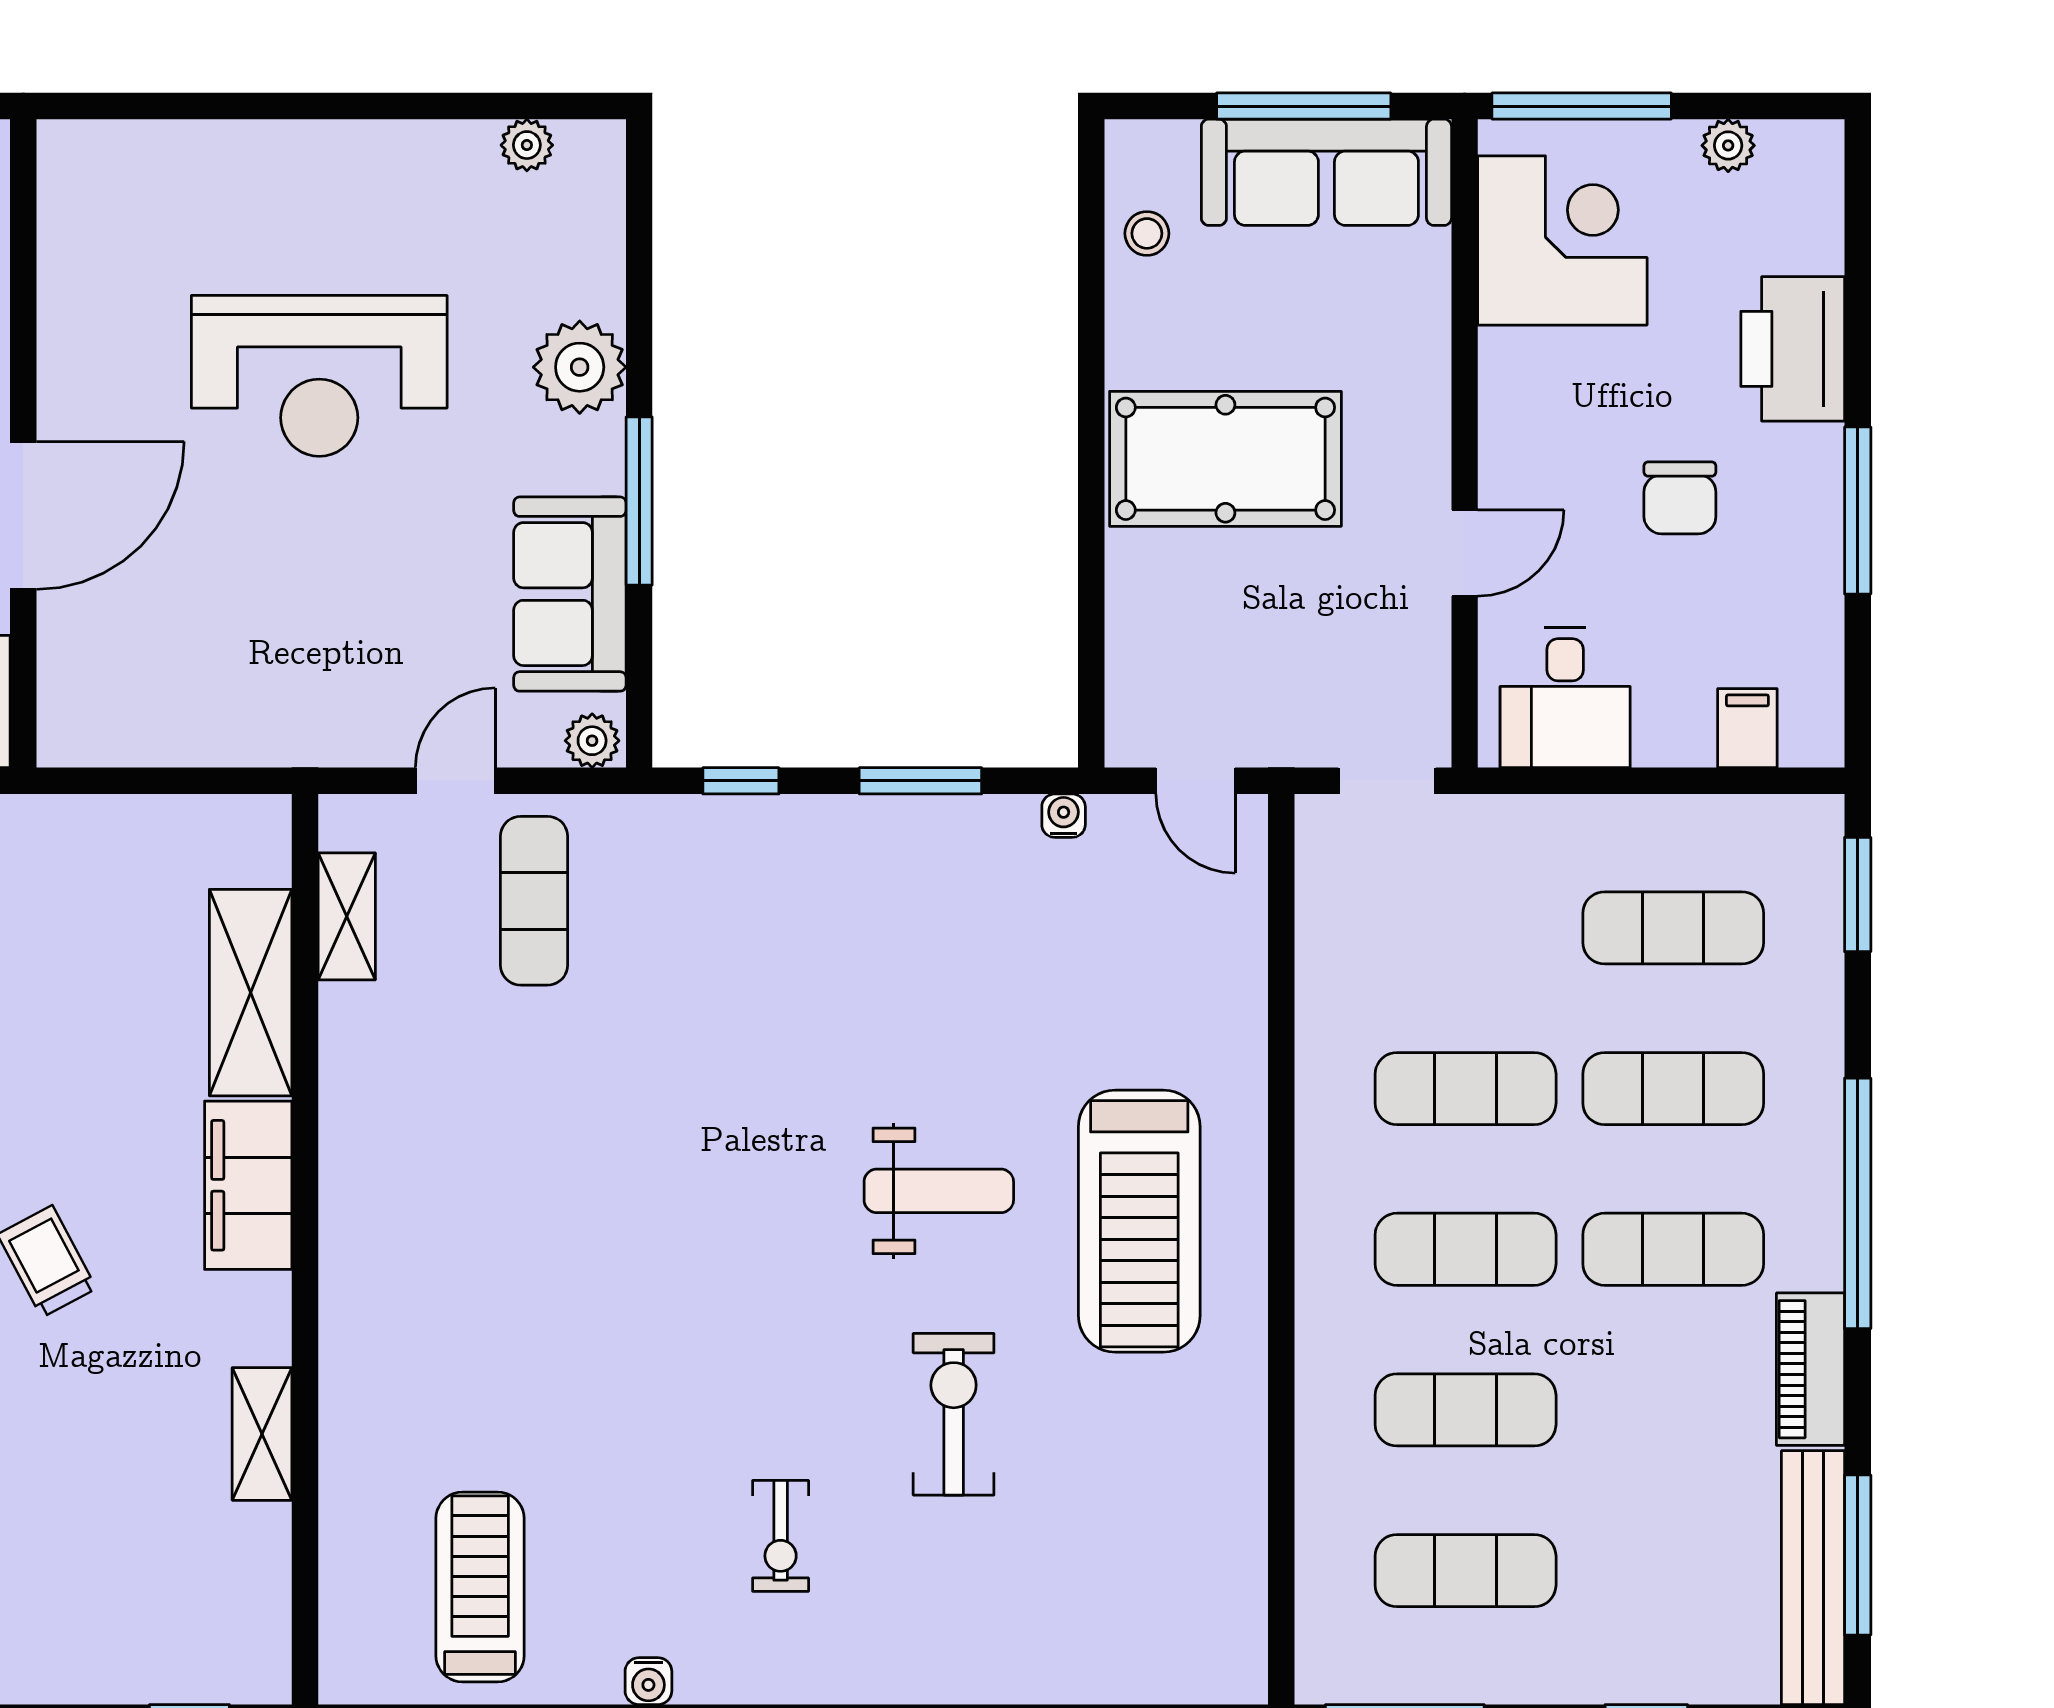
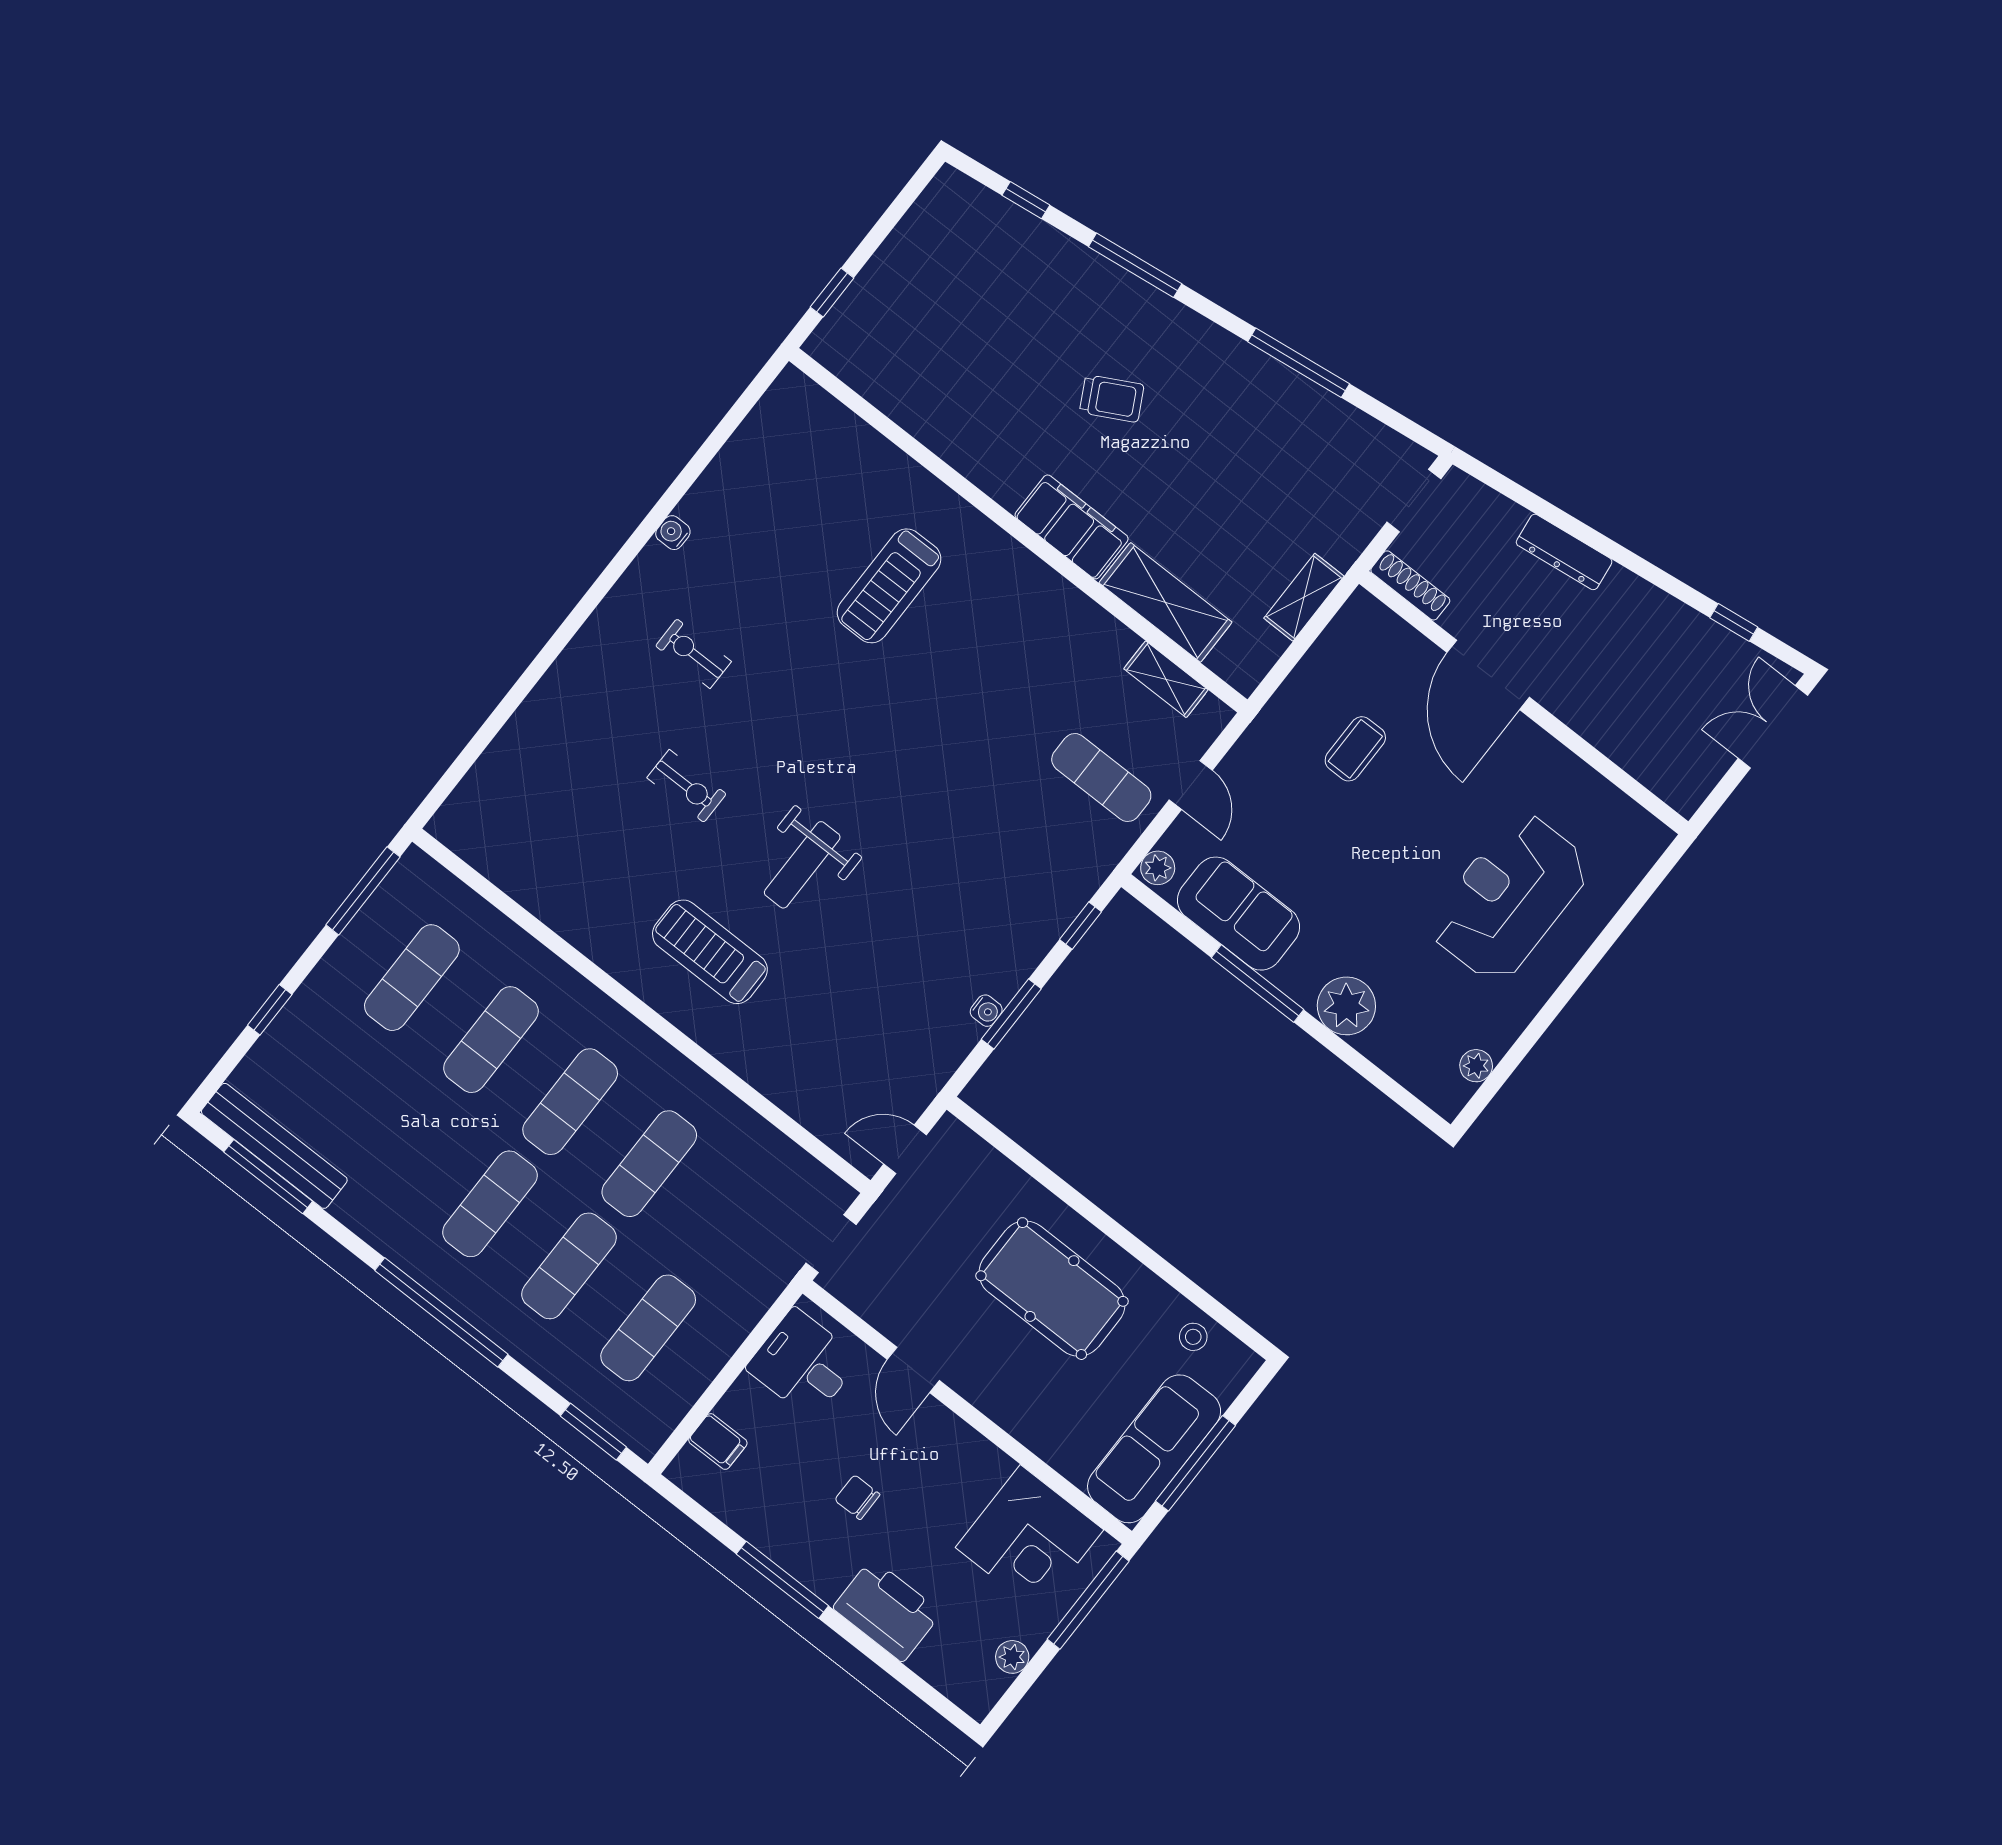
reception desk: (319, 376) -> (1509, 897), moved
pool table: (1225, 459) -> (1052, 1289), turned 90
chair: (1680, 498) -> (857, 1497), width x0.73, depth x0.73
coffee table: (247, 610) -> (1355, 749), added
water cooler: (1064, 816) -> (986, 1011), moved
treadmill: (1139, 1221) -> (710, 952), width x0.73, depth x0.73
piano: (1810, 1369) -> (378, 1225), removed
exercise bike: (954, 1414) -> (687, 786), width x0.73, depth x0.72
shelving: (262, 1434) -> (1304, 597), moved, turned 90
treadmill: (480, 1587) -> (889, 586), moved, turned 90

